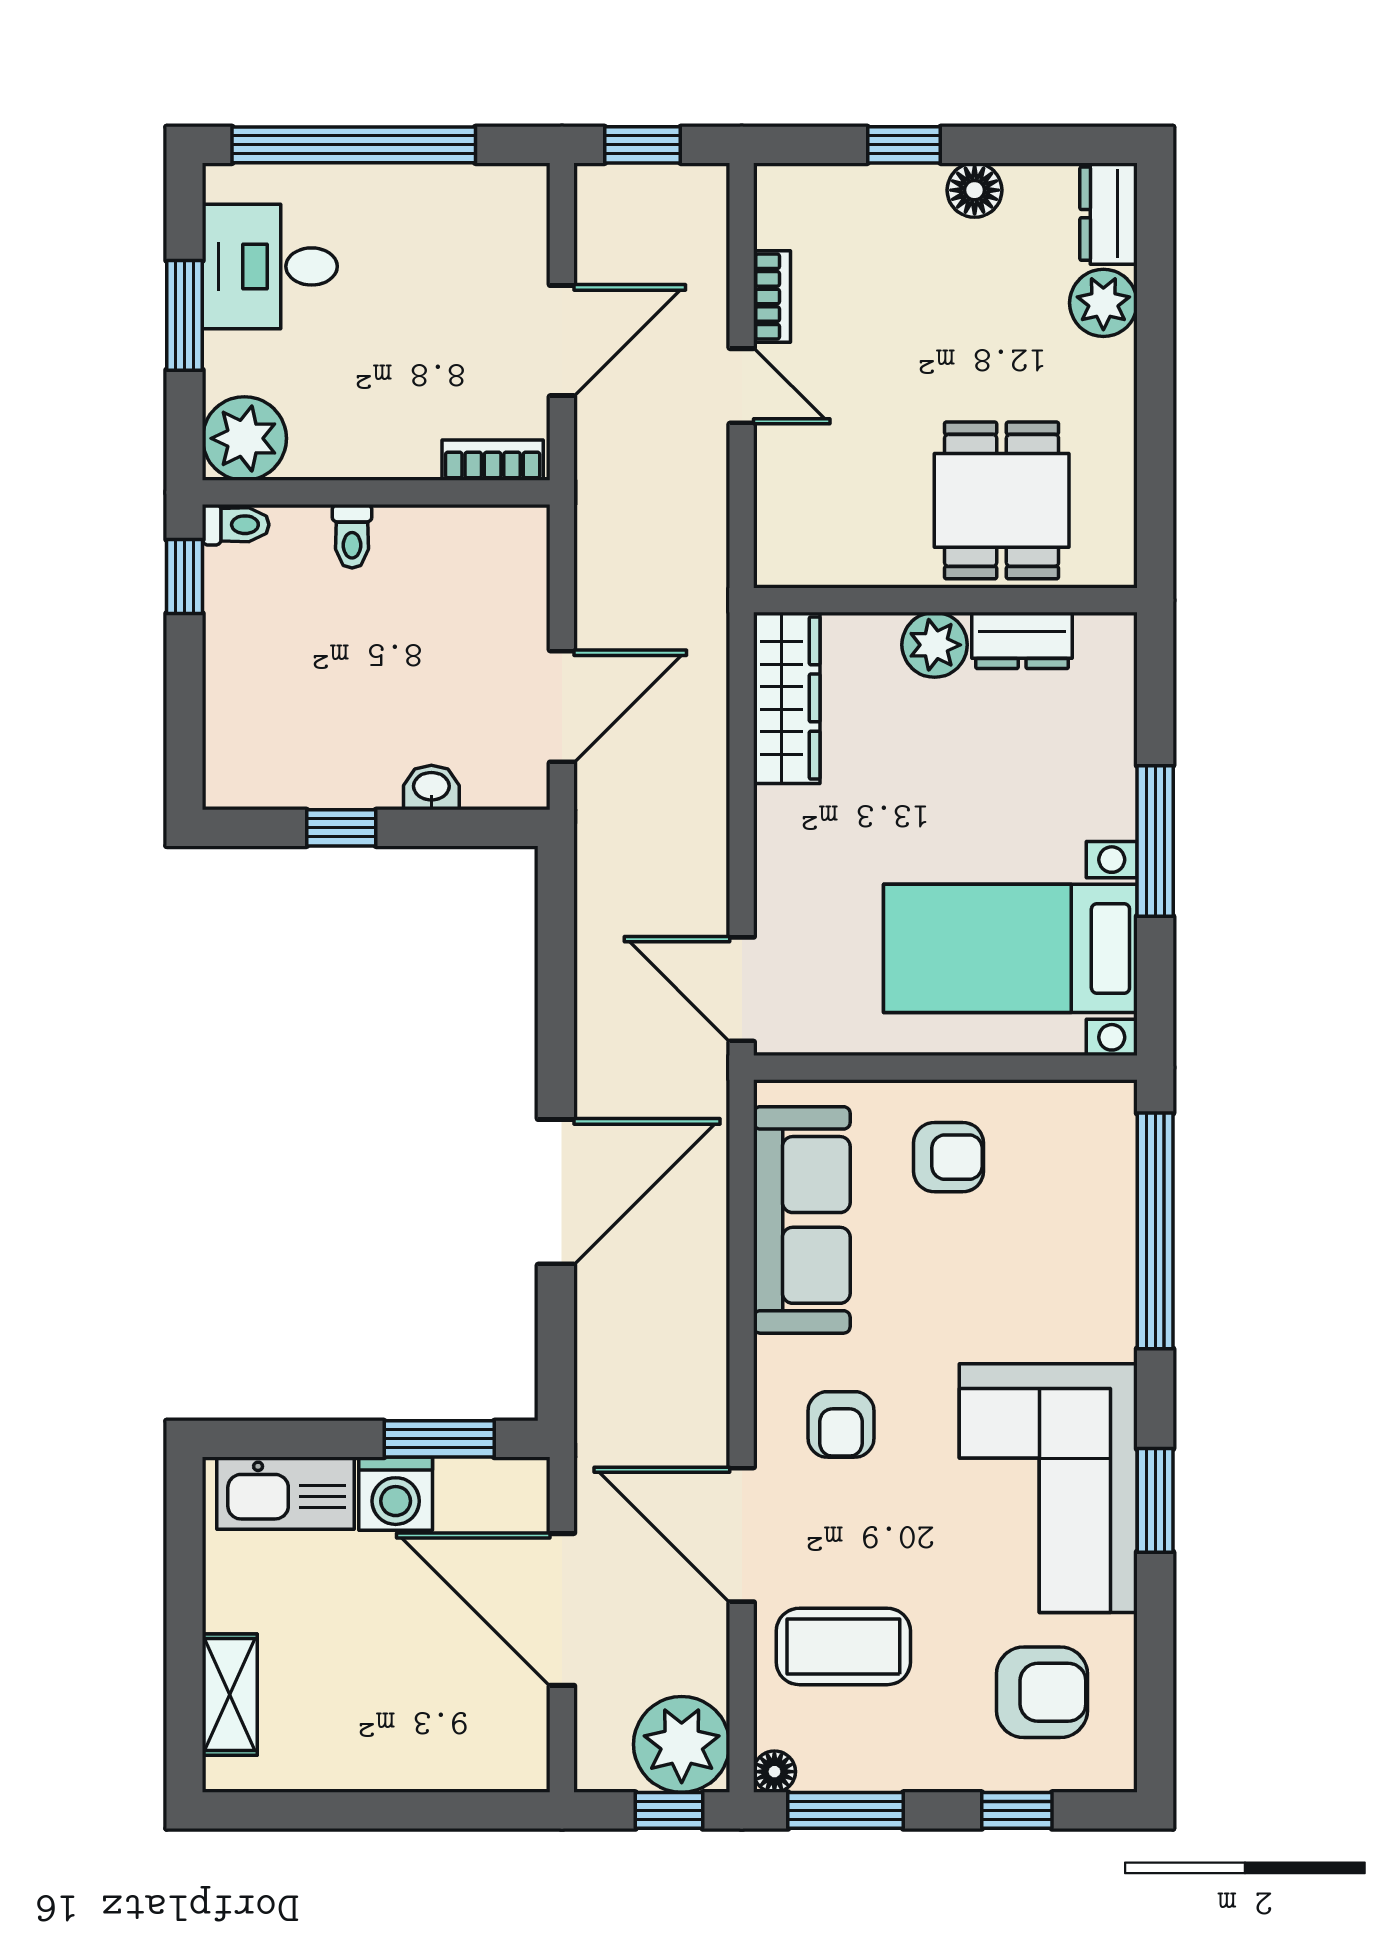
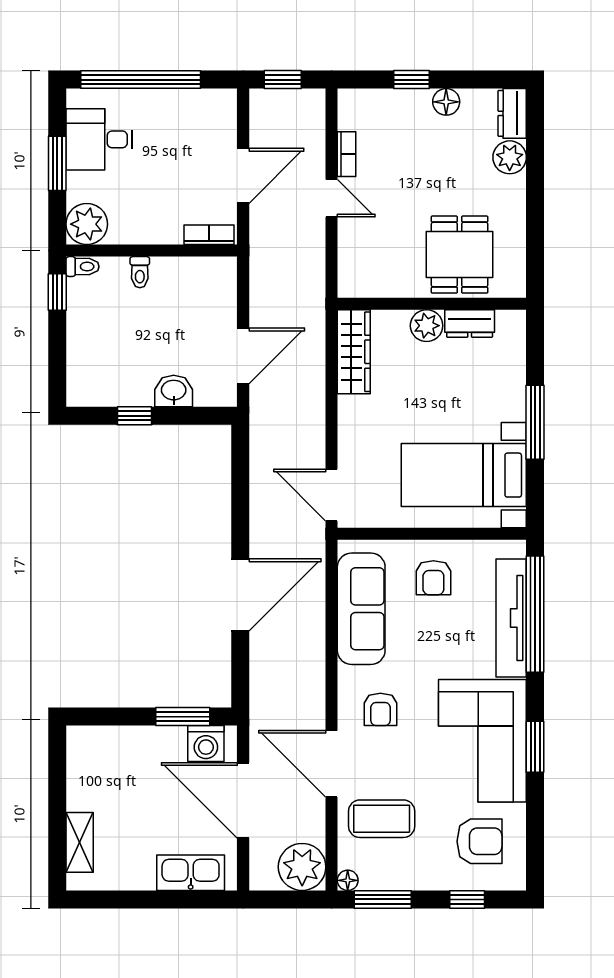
washbasin: (431, 788) -> (174, 391), width x1.38, depth x1.45
armchair: (949, 1157) -> (433, 578), turned 90
tv unit: (1106, 1239) -> (511, 618), added
kitchen sink: (286, 1493) -> (191, 873), moved, turned 180
washing machine: (396, 1494) -> (206, 743), moved
window: (669, 1810) -> (296, 899), removed

